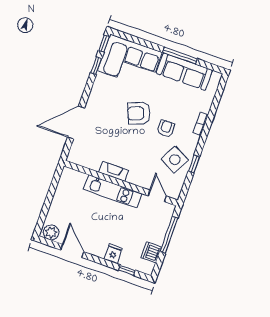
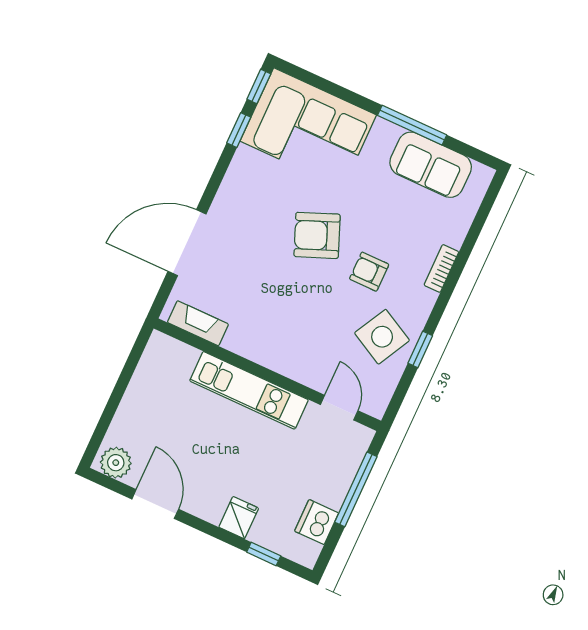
sofa: (184, 72) -> (431, 165), width x0.73
armchair: (166, 129) -> (369, 272), turned -90
fireplace: (114, 171) -> (198, 323), moved

